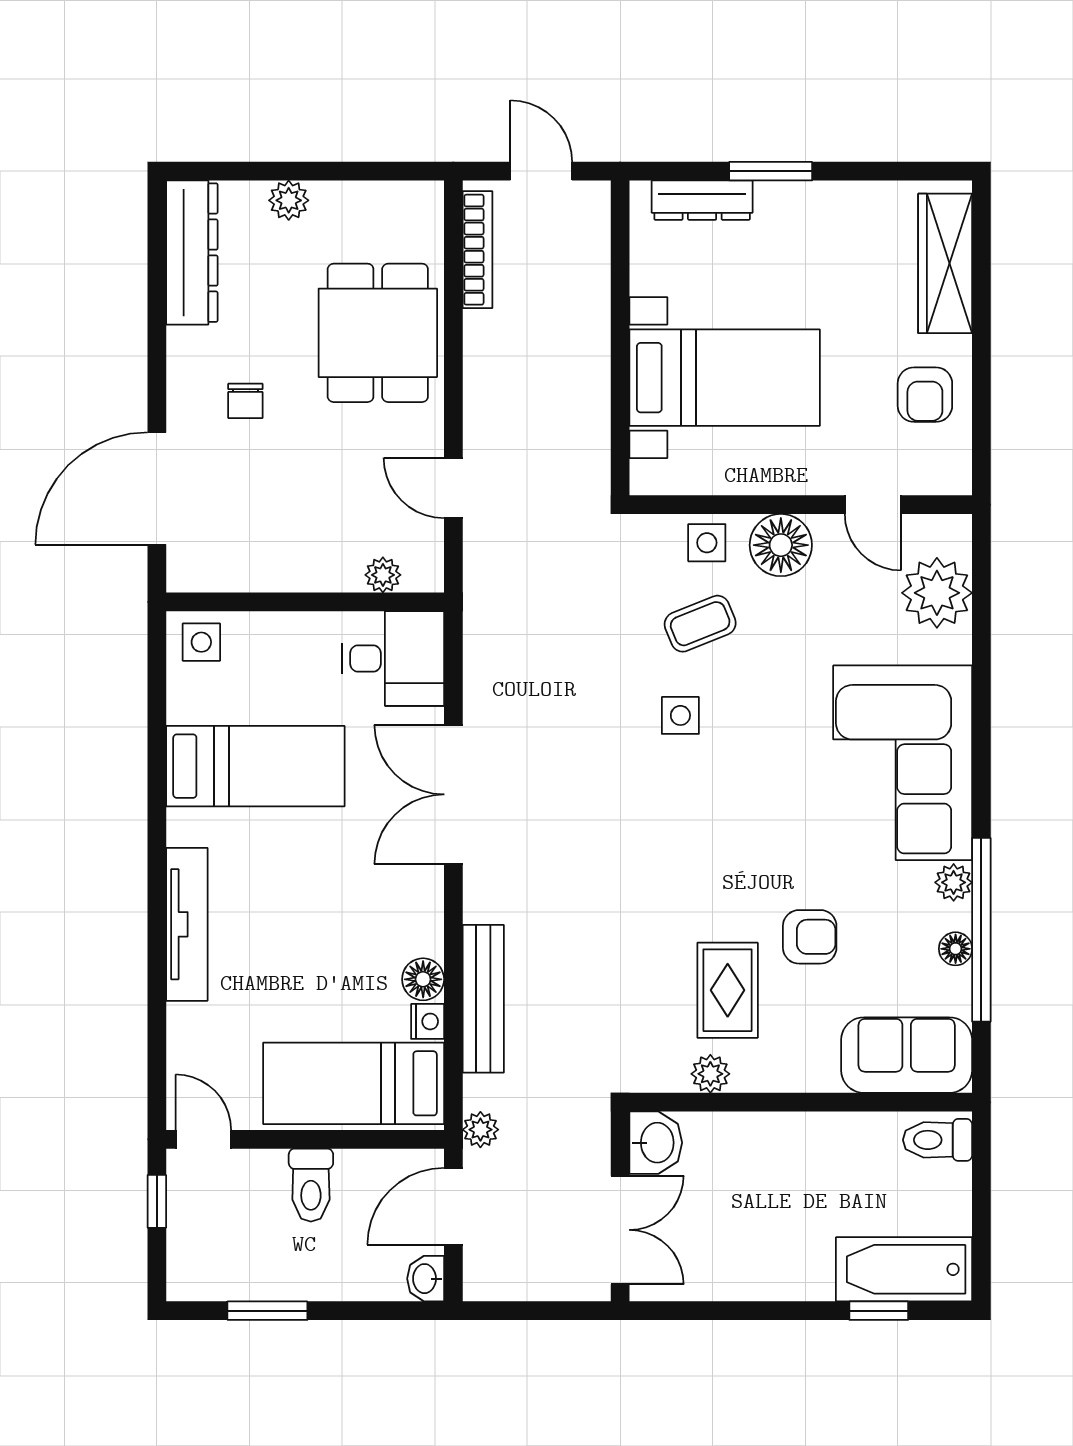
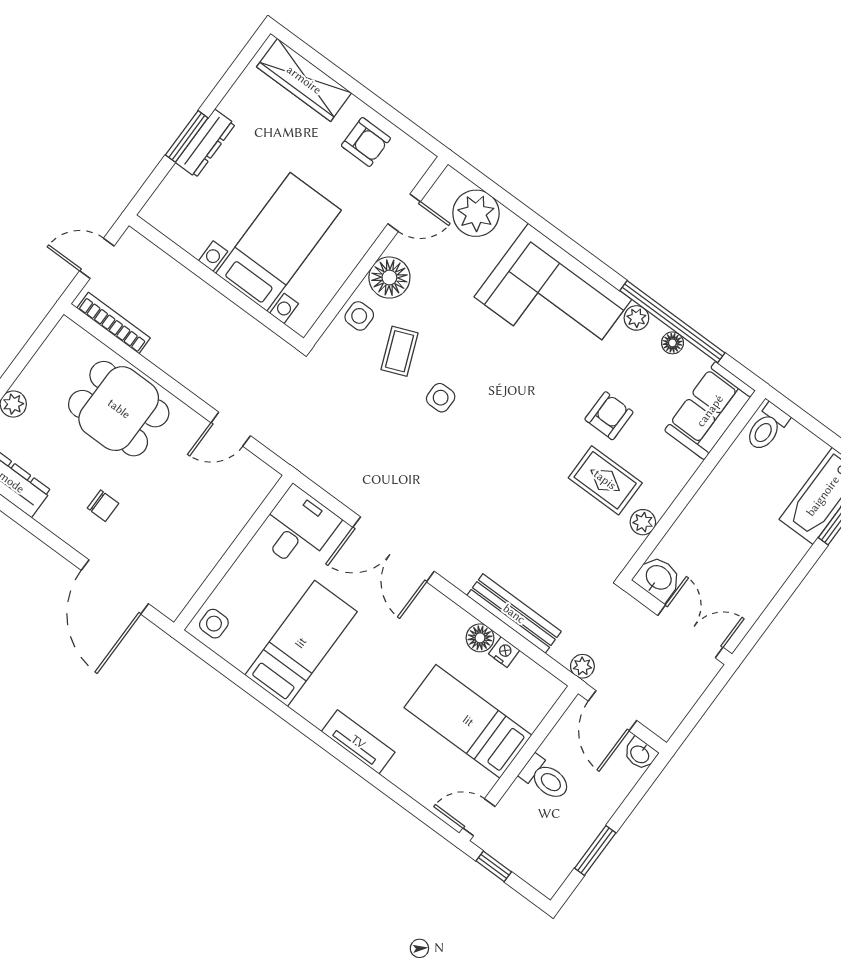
dresser: (702, 200) -> (205, 143), moved
plant: (383, 575) -> (249, 501), removed
tv unit: (187, 924) -> (358, 742), width x0.71
bed: (354, 1083) -> (468, 721), moved, turned 90

